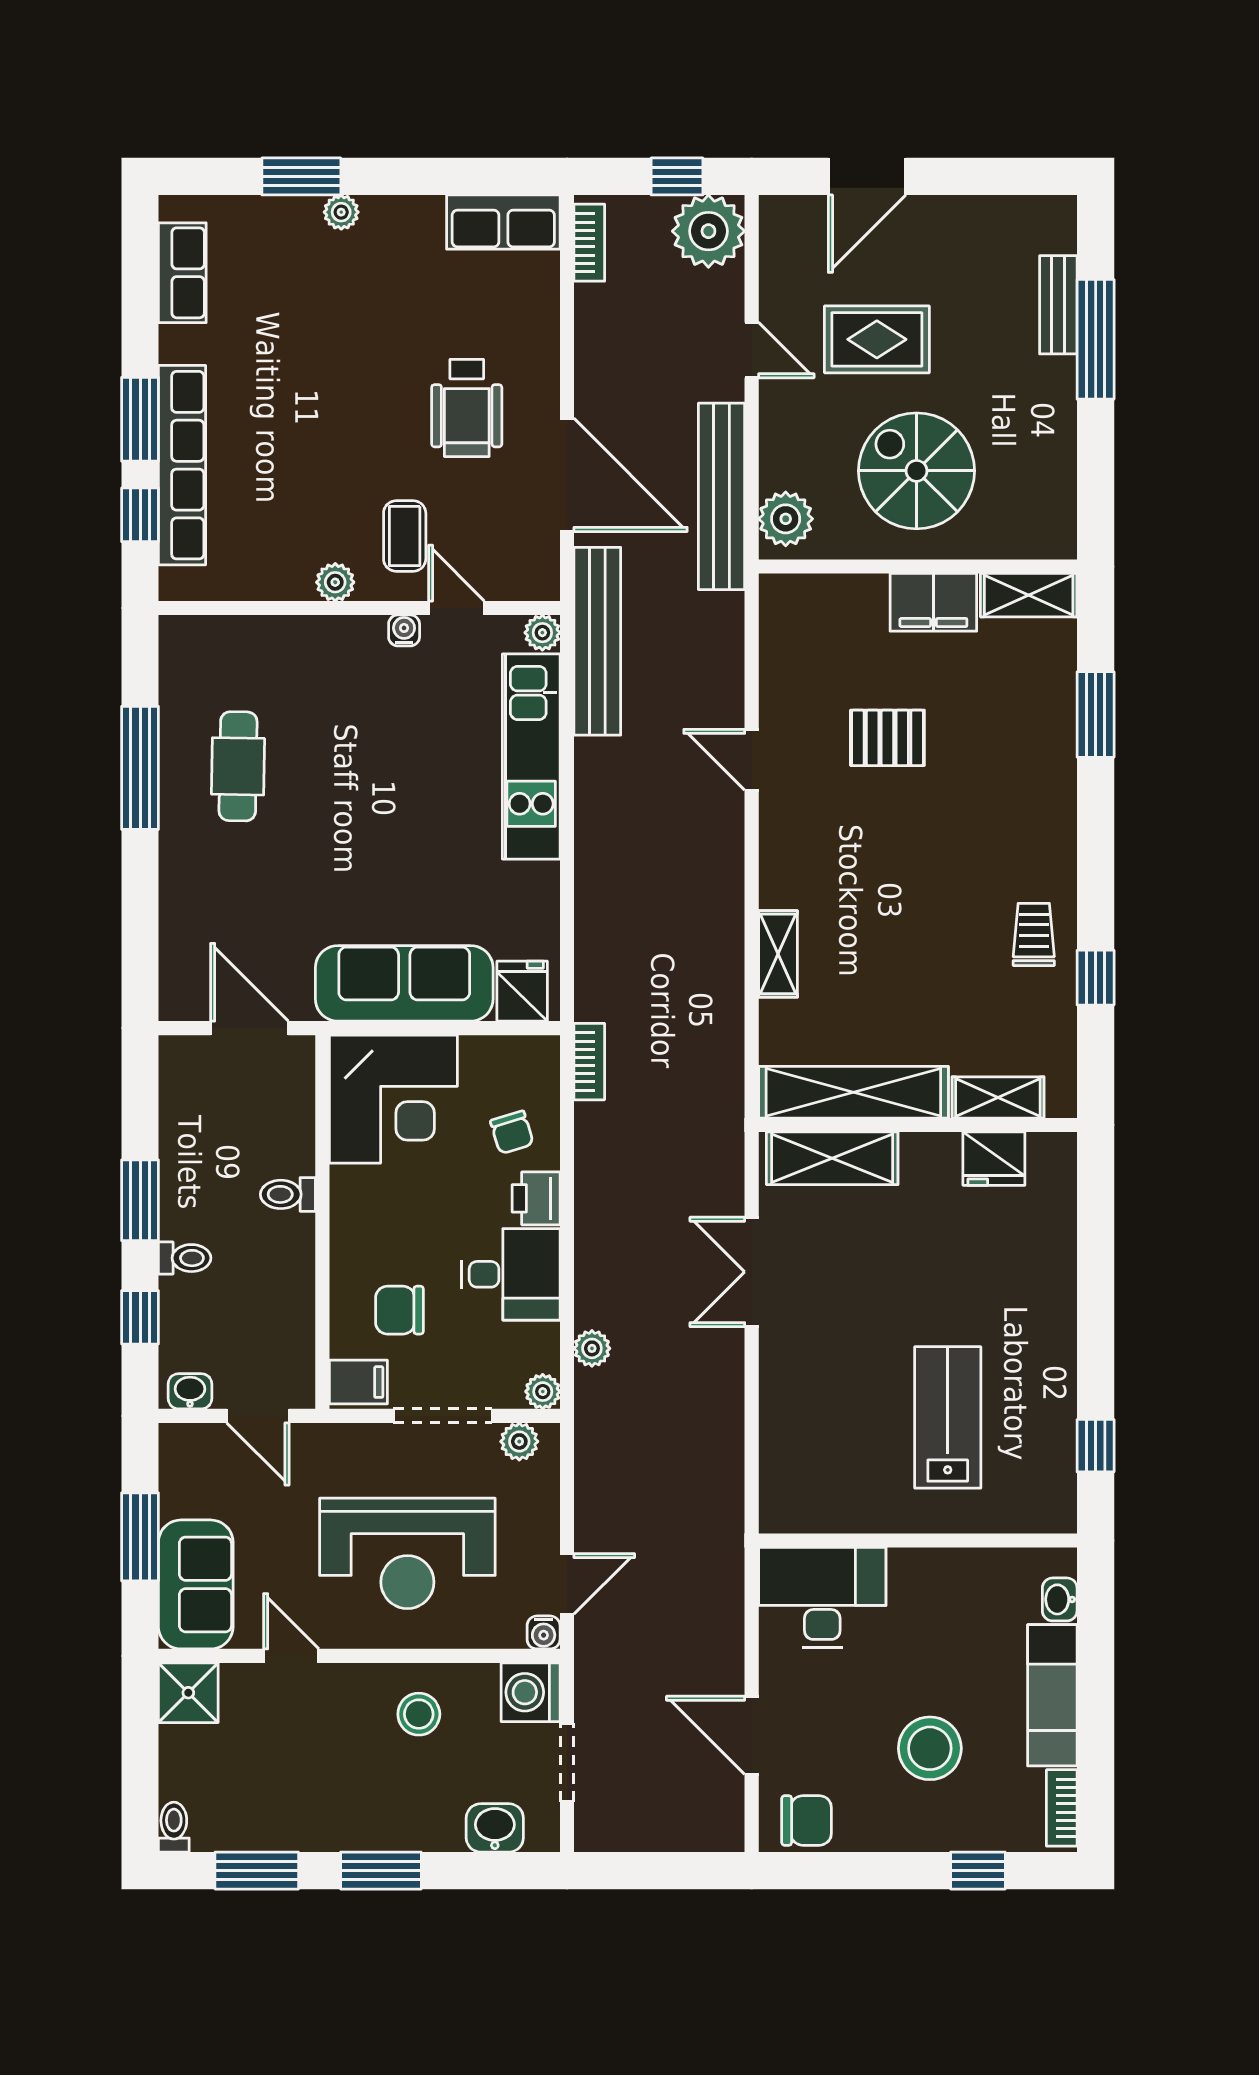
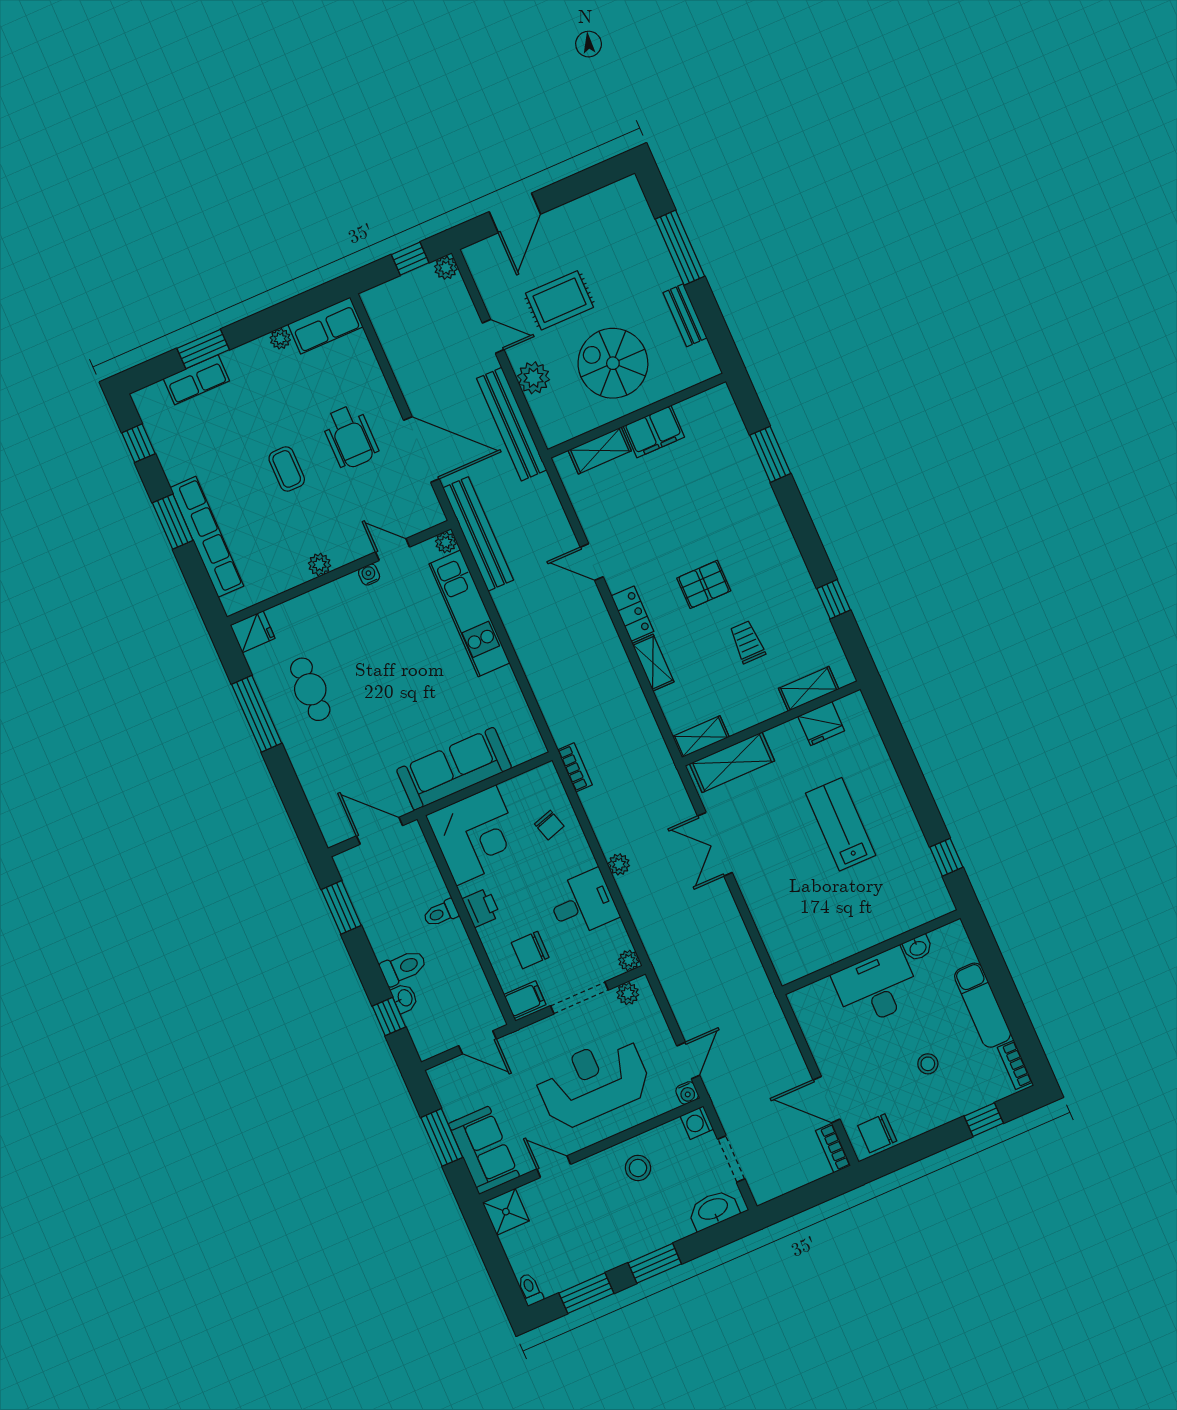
plant: (341, 212) -> (280, 339), moved
plant: (708, 231) -> (446, 268), width x0.53, depth x0.53
bookcase: (589, 243) -> (833, 1148), moved, turned 180
row of seats: (182, 273) -> (196, 380), moved, turned 90
bench: (1058, 305) -> (685, 315), moved
window: (140, 515) -> (138, 443), moved
plant: (786, 519) -> (533, 378), moved
coffee table: (405, 536) -> (287, 469), moved
shelving: (1029, 595) -> (600, 450), moved
pallet: (887, 738) -> (704, 584), moved
locker: (779, 866) -> (632, 614), added
trolley: (1034, 934) -> (747, 642), moved
fridge: (522, 991) -> (253, 632), moved, turned 90
shelving: (853, 1092) -> (701, 737), width x0.45, depth x0.75
printer: (536, 1198) -> (481, 908), moved, turned 180
window: (140, 1200) -> (341, 907), moved
toilet: (185, 1258) -> (403, 967), width x1.37, depth x1.39
plant: (592, 1348) -> (619, 864), moved
washbasin: (190, 1391) -> (405, 998), moved, turned 90
lab bench: (948, 1417) -> (841, 824), moved
reception desk: (407, 1553) -> (593, 1082), turned 180
desk: (822, 1597) -> (877, 987), moved
washbasin: (1060, 1599) -> (918, 948), moved, turned -90
washing machine: (531, 1692) -> (697, 1123), width x0.73, depth x0.73
stool: (930, 1748) -> (928, 1064), width x0.53, depth x0.53
chair: (807, 1820) -> (877, 1133), turned 180
washbasin: (495, 1828) -> (713, 1210), width x1.38

